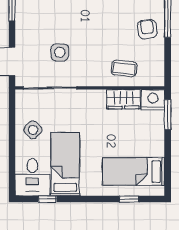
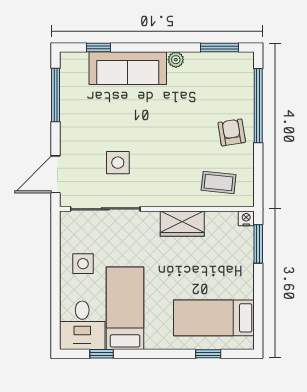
coffee table: (124, 68) -> (219, 182), moved
wardrobe: (123, 99) -> (182, 224), moved
nightstand: (153, 100) -> (246, 218), width x0.53, depth x0.56
side table: (33, 130) -> (83, 264), turned 45

